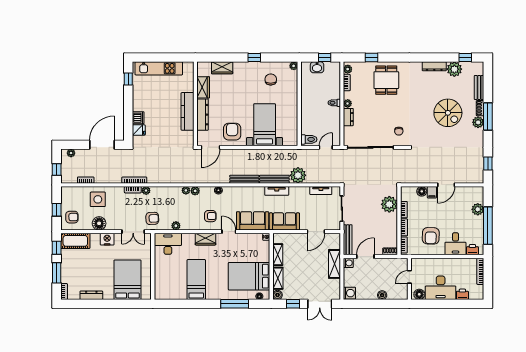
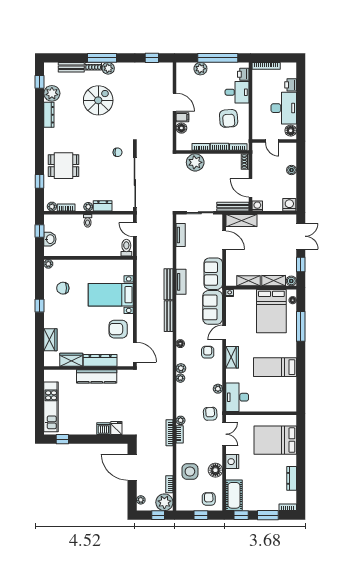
plant: (298, 175) -> (164, 502), moved
armchair: (431, 236) -> (229, 118), turned 85
shelving: (335, 264) -> (241, 220), moved

